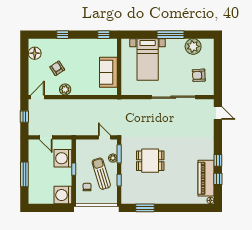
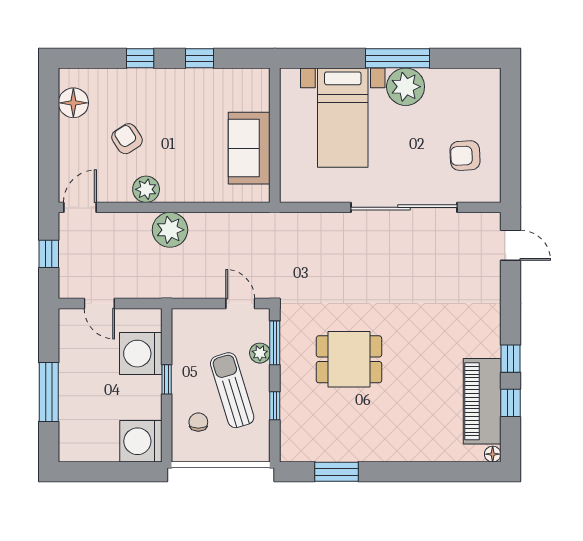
window: (104, 35) -> (200, 58), moved
plant: (193, 46) -> (406, 87), moved
plant: (75, 106) -> (170, 230), added

